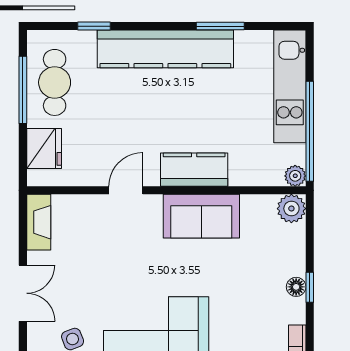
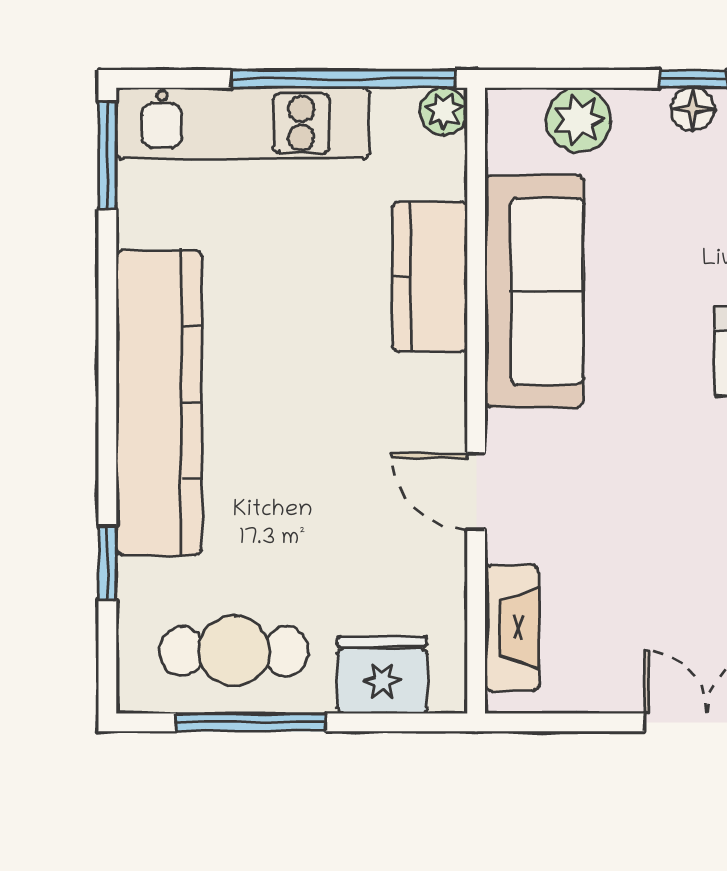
window: (220, 26) -> (107, 155), moved
kitchen counter: (194, 170) -> (430, 277), moved
plant: (291, 209) -> (579, 120), moved
sofa: (201, 216) -> (534, 291), width x1.36
fireplace: (39, 222) -> (512, 628), moved, turned 90

